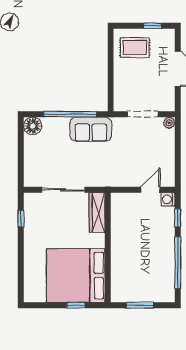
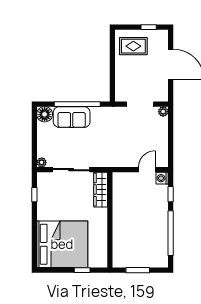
sofa: (91, 129) -> (72, 117), moved
plant: (29, 181) -> (42, 162), added
bed: (76, 276) -> (62, 244), moved, turned 180

